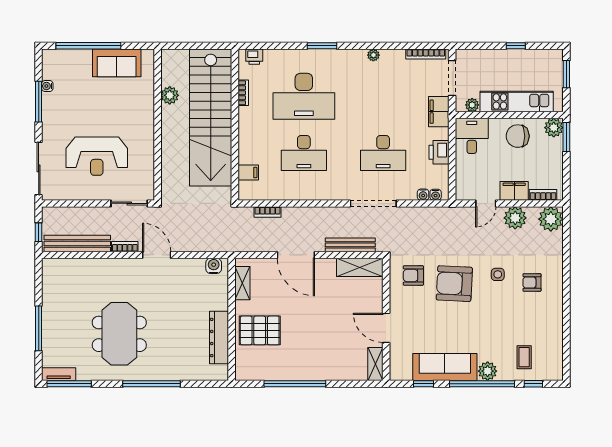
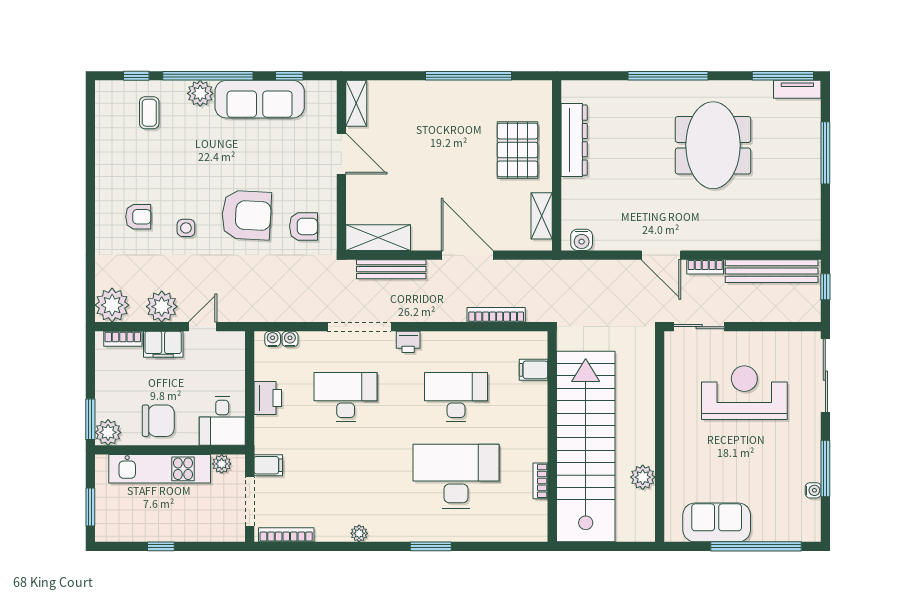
printer: (254, 57) -> (408, 342), moved, turned 180
filing cabinet: (439, 112) -> (268, 465), width x0.50
bookcase: (267, 212) -> (496, 315), width x1.56
pallet: (260, 330) -> (517, 150), turned 90

